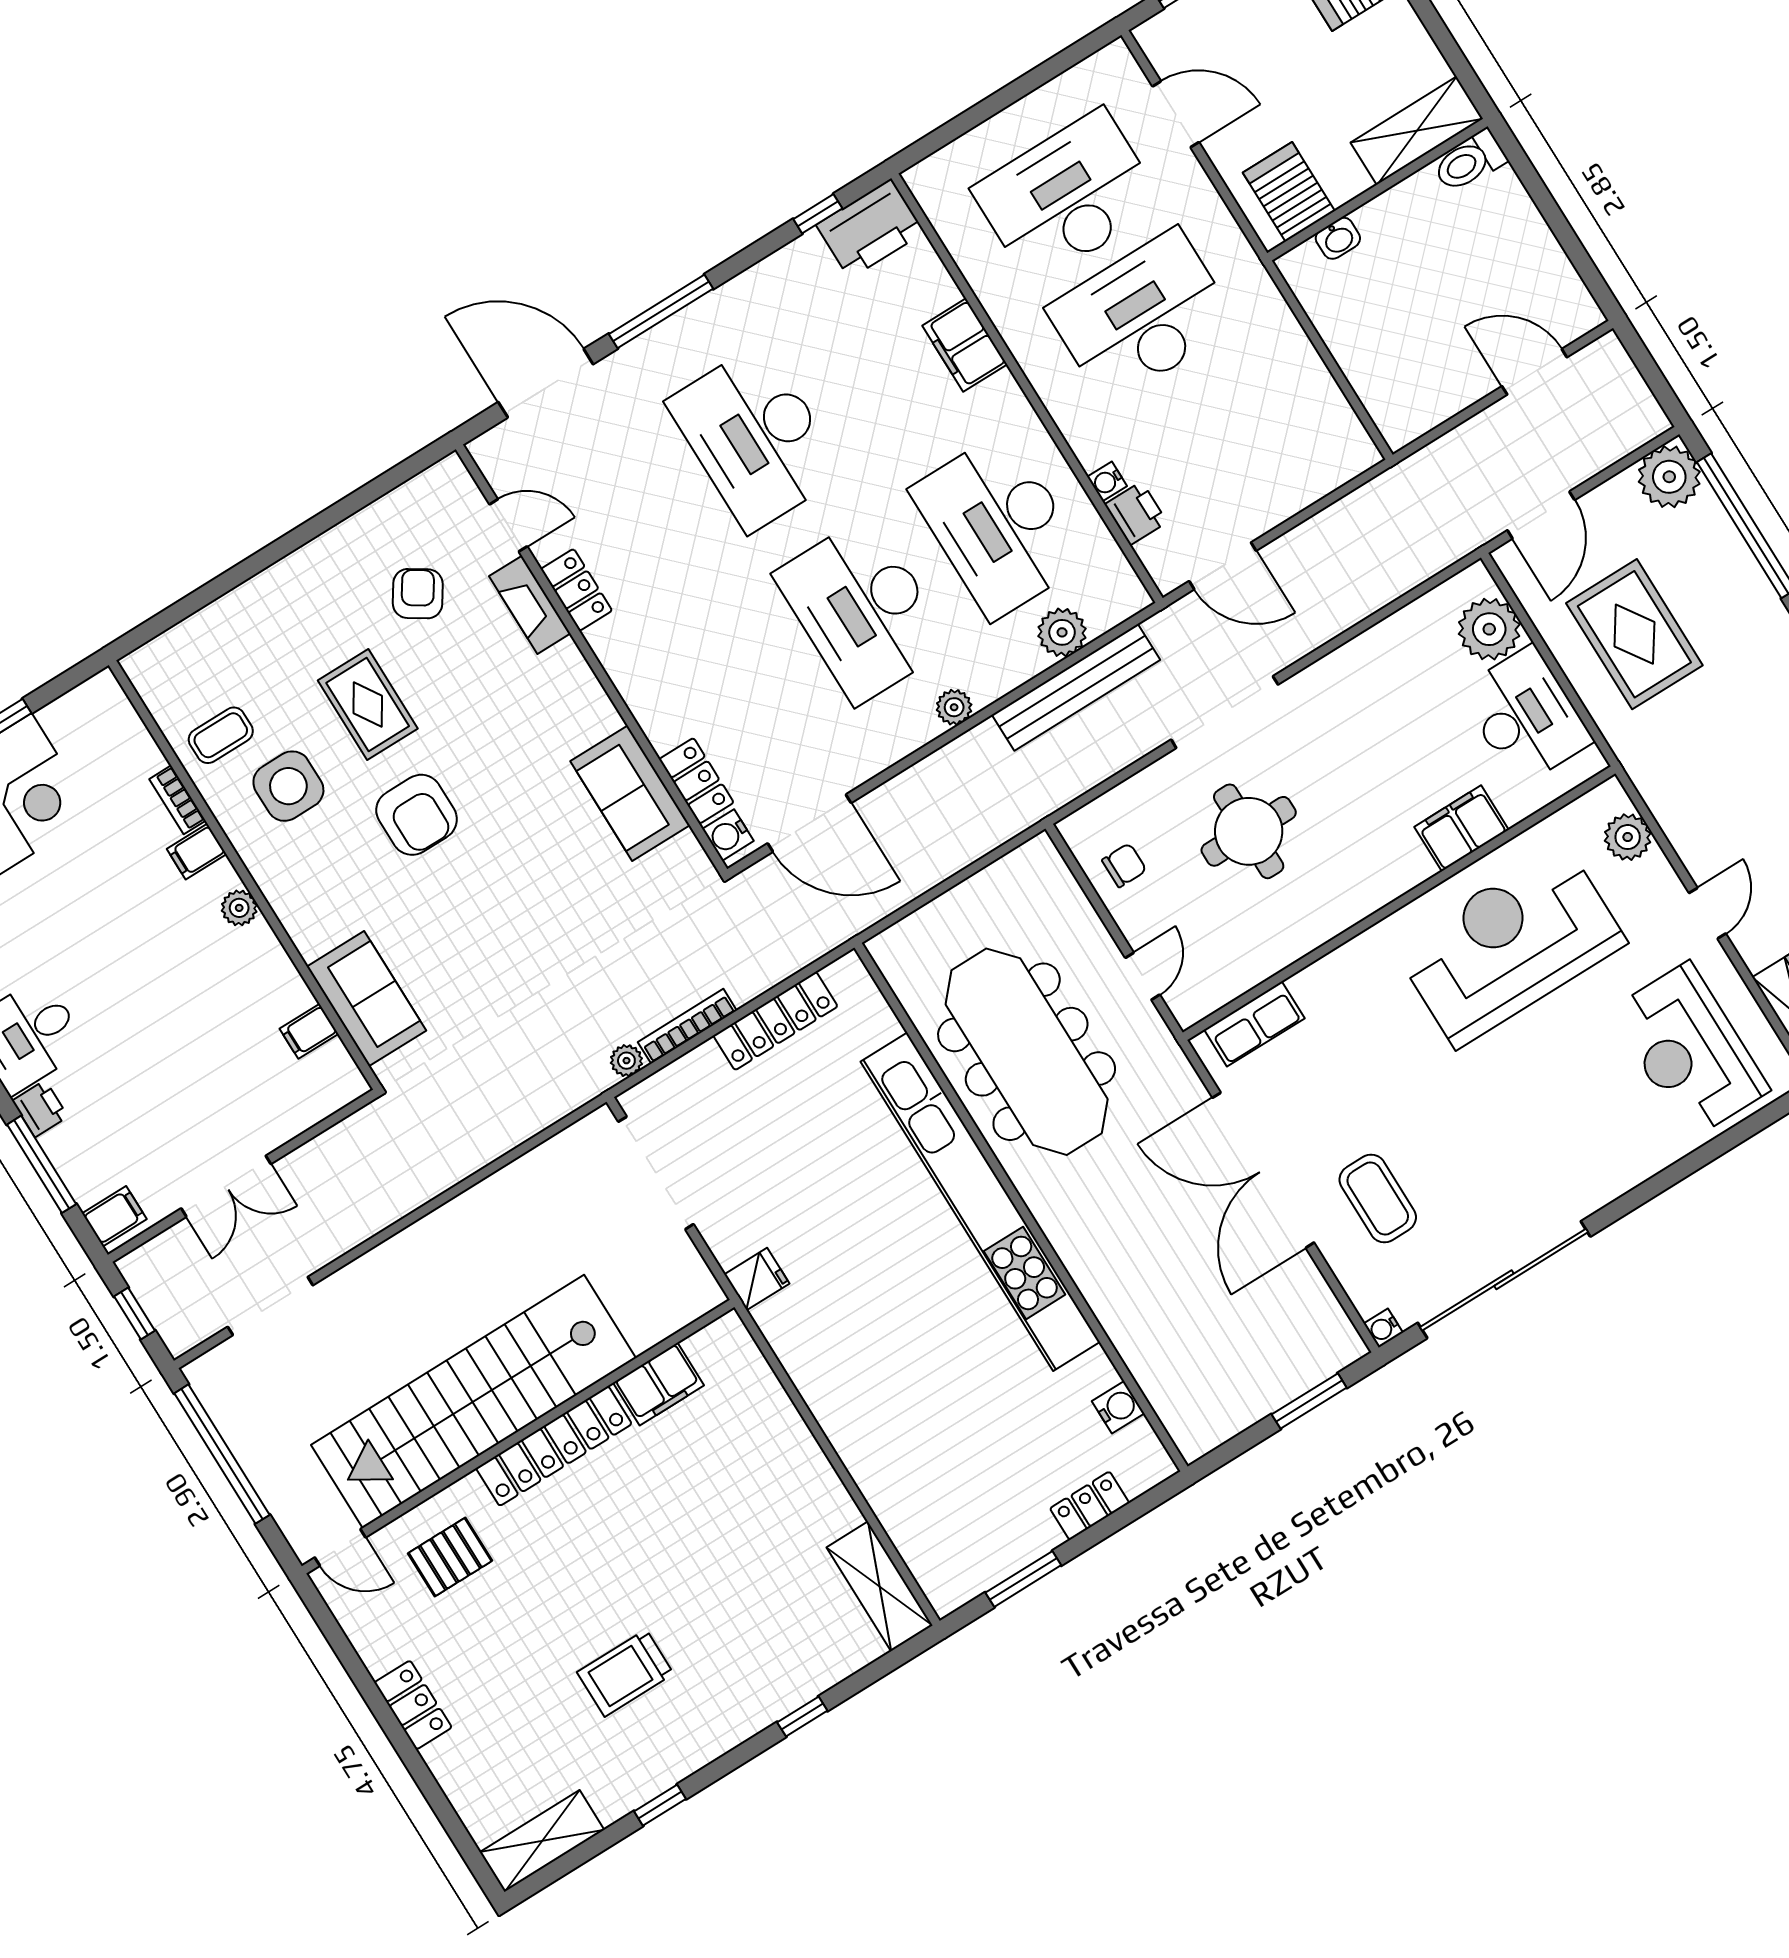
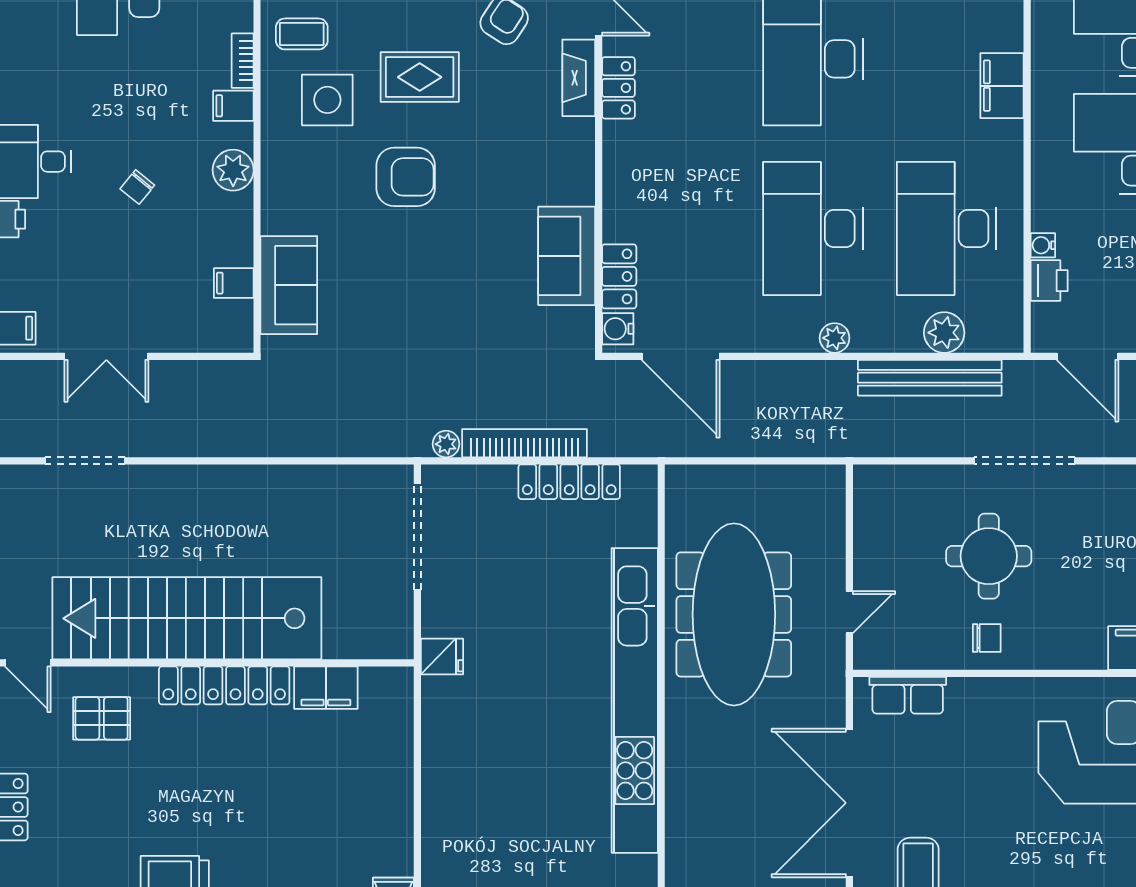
rug: (368, 705) -> (420, 77), turned 90
armchair: (417, 815) -> (406, 177), turned -90
chair: (1124, 865) -> (987, 638), moved
plant: (239, 908) -> (233, 170), width x1.38, depth x1.38
chair: (151, 995) -> (137, 187), added
bookcase: (687, 1026) -> (525, 443), width x1.48, depth x1.31

